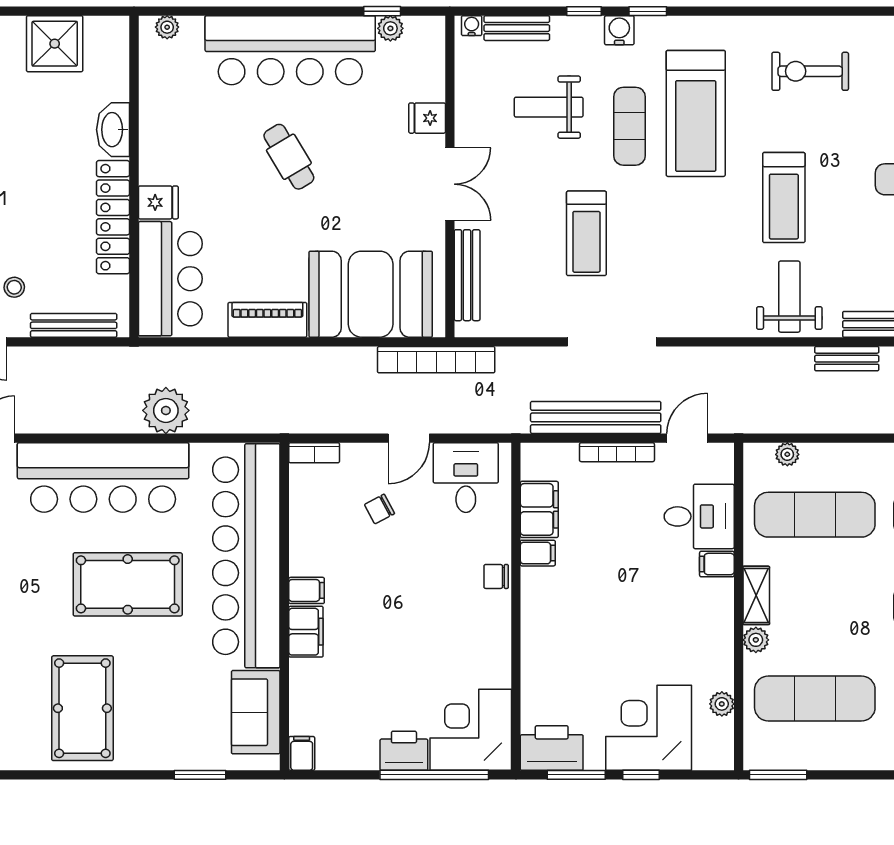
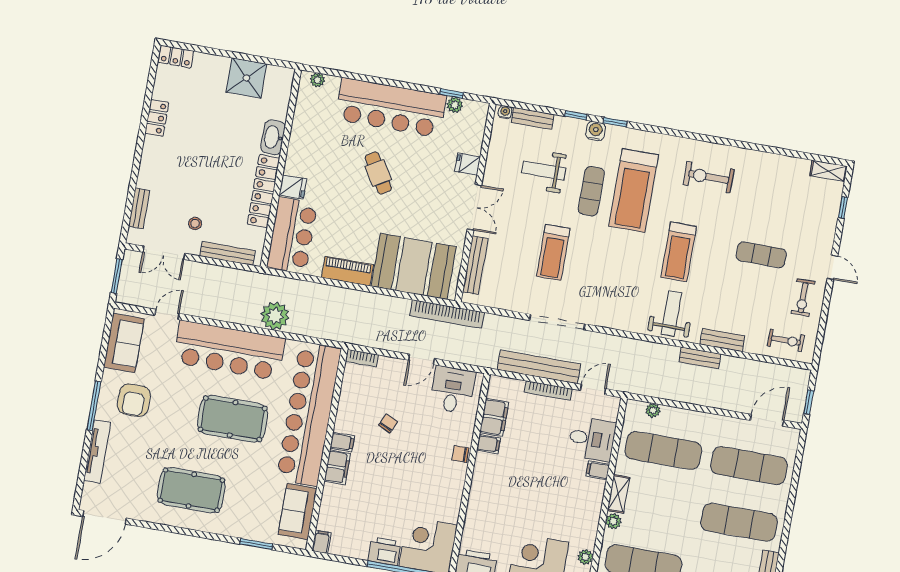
chair: (379, 509) -> (388, 423), moved, turned 143
pool table: (82, 708) -> (191, 490), turned 90

